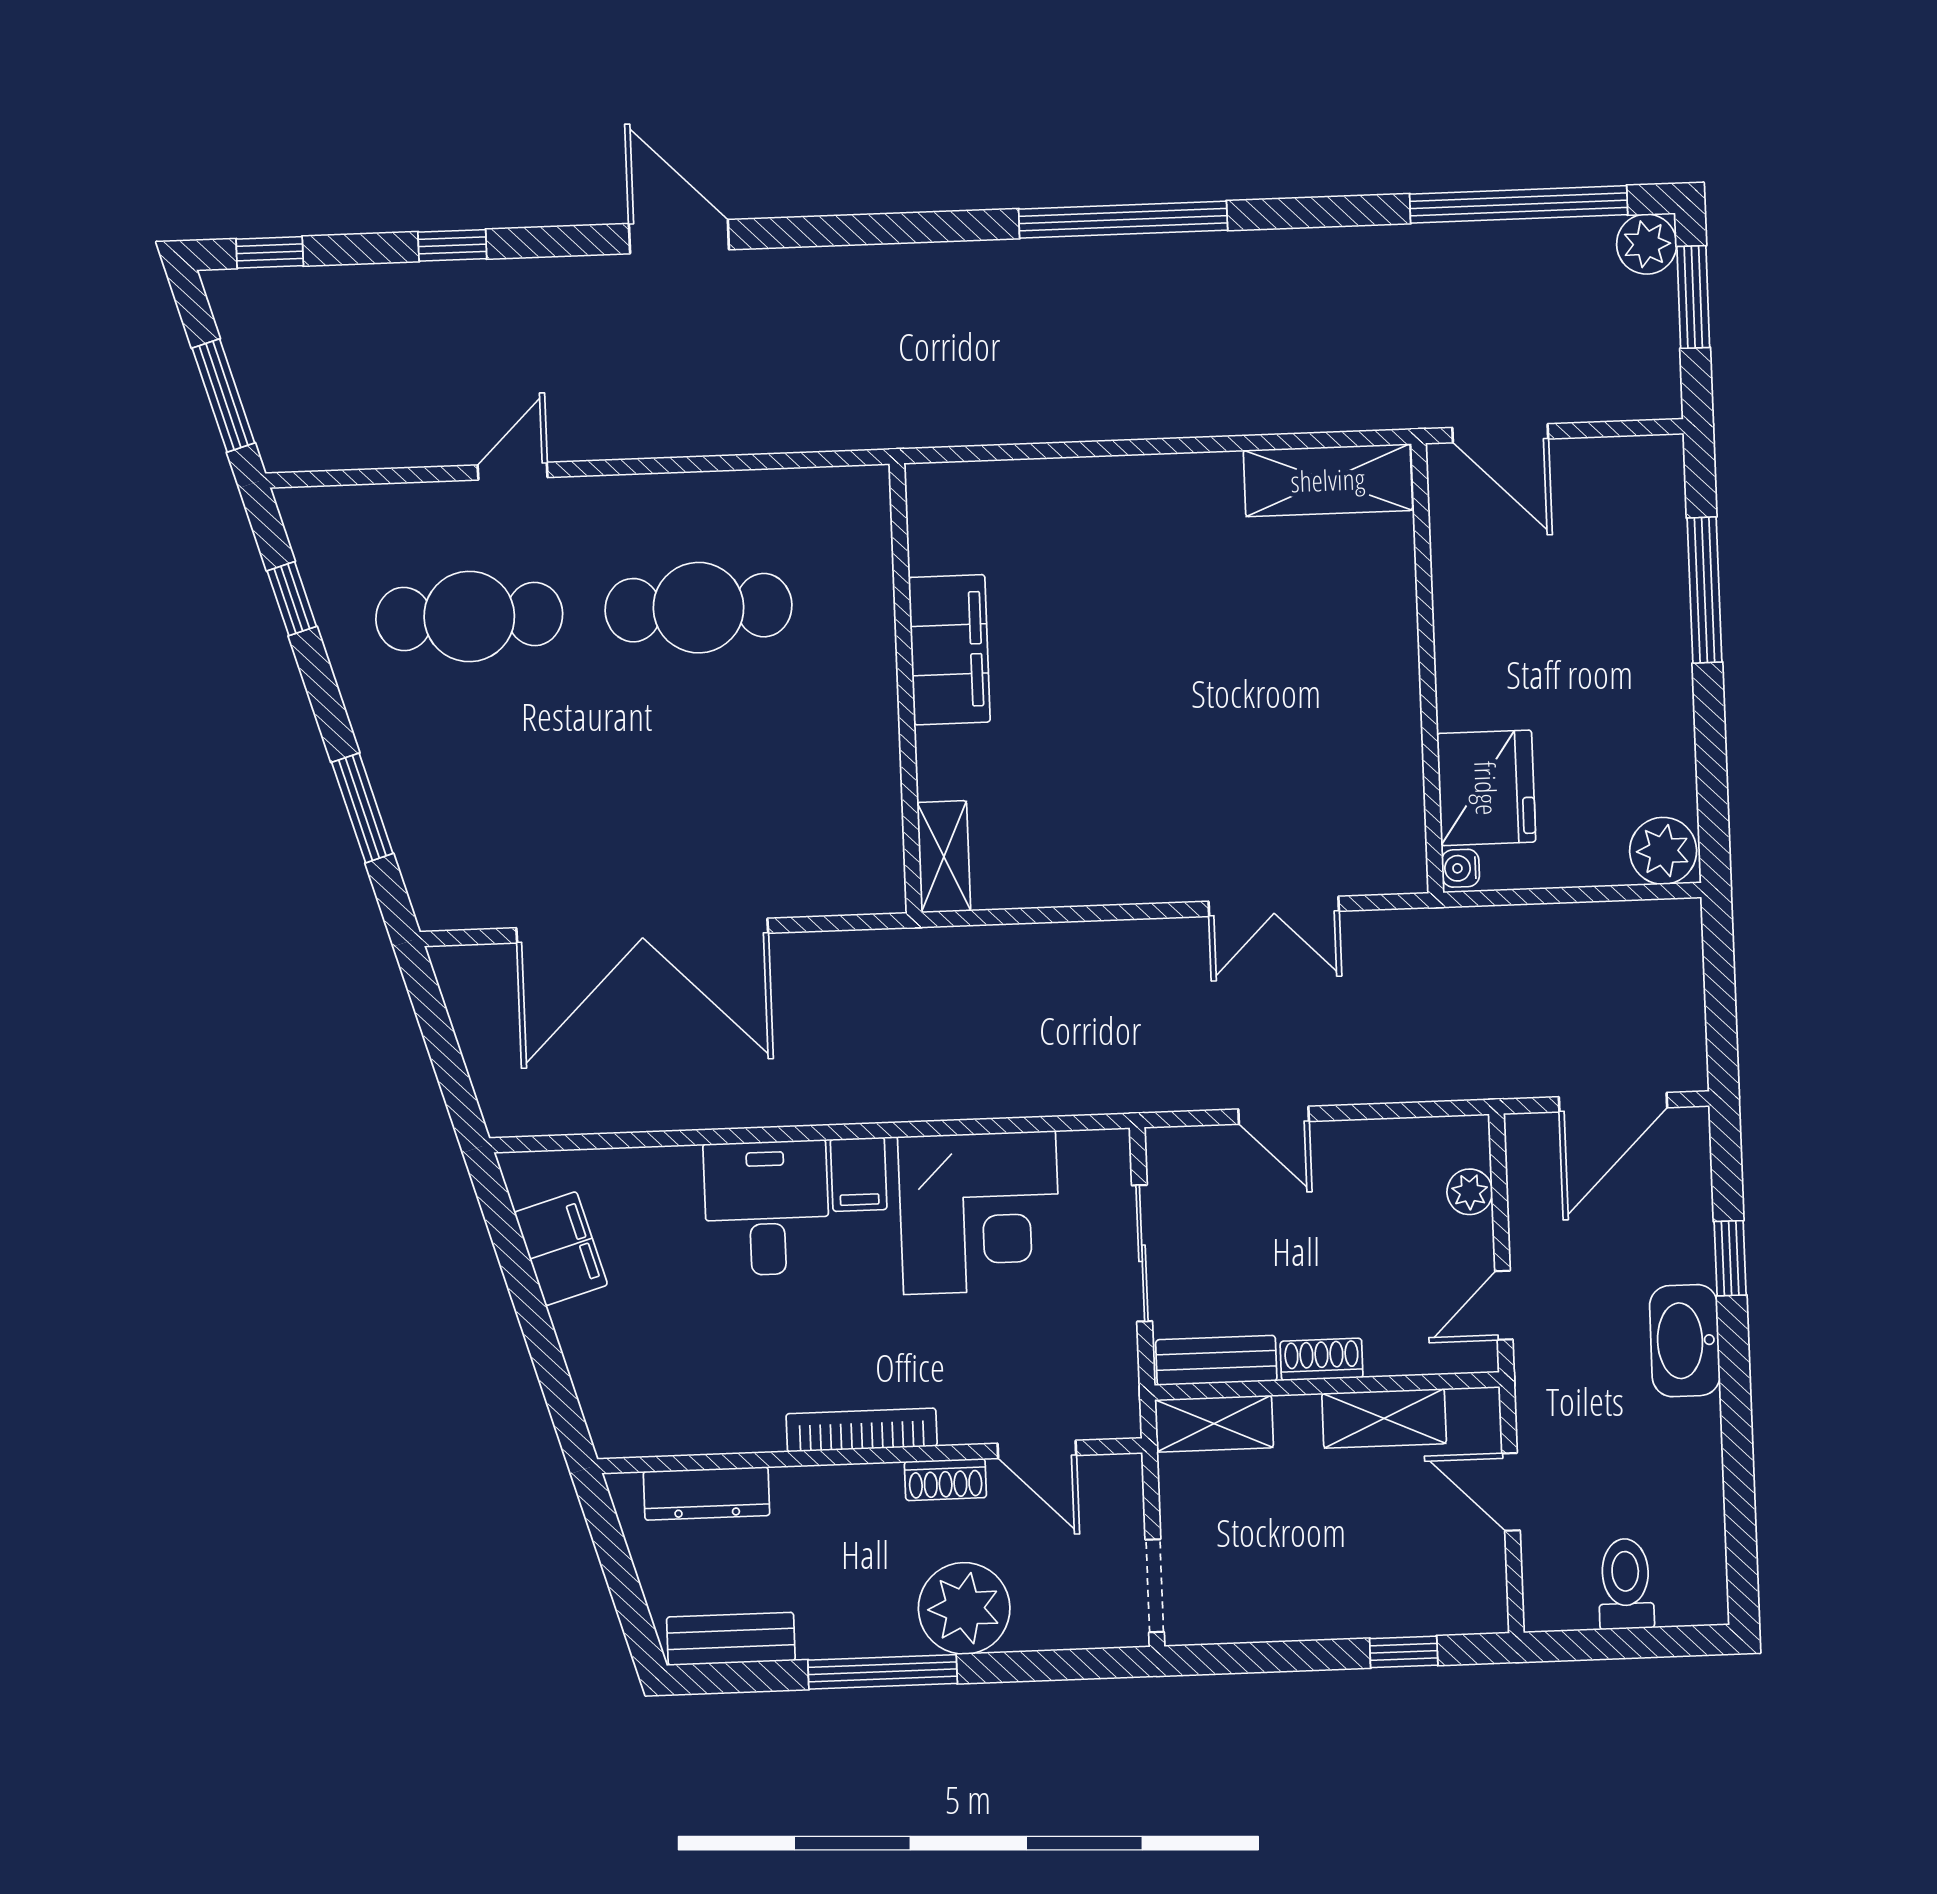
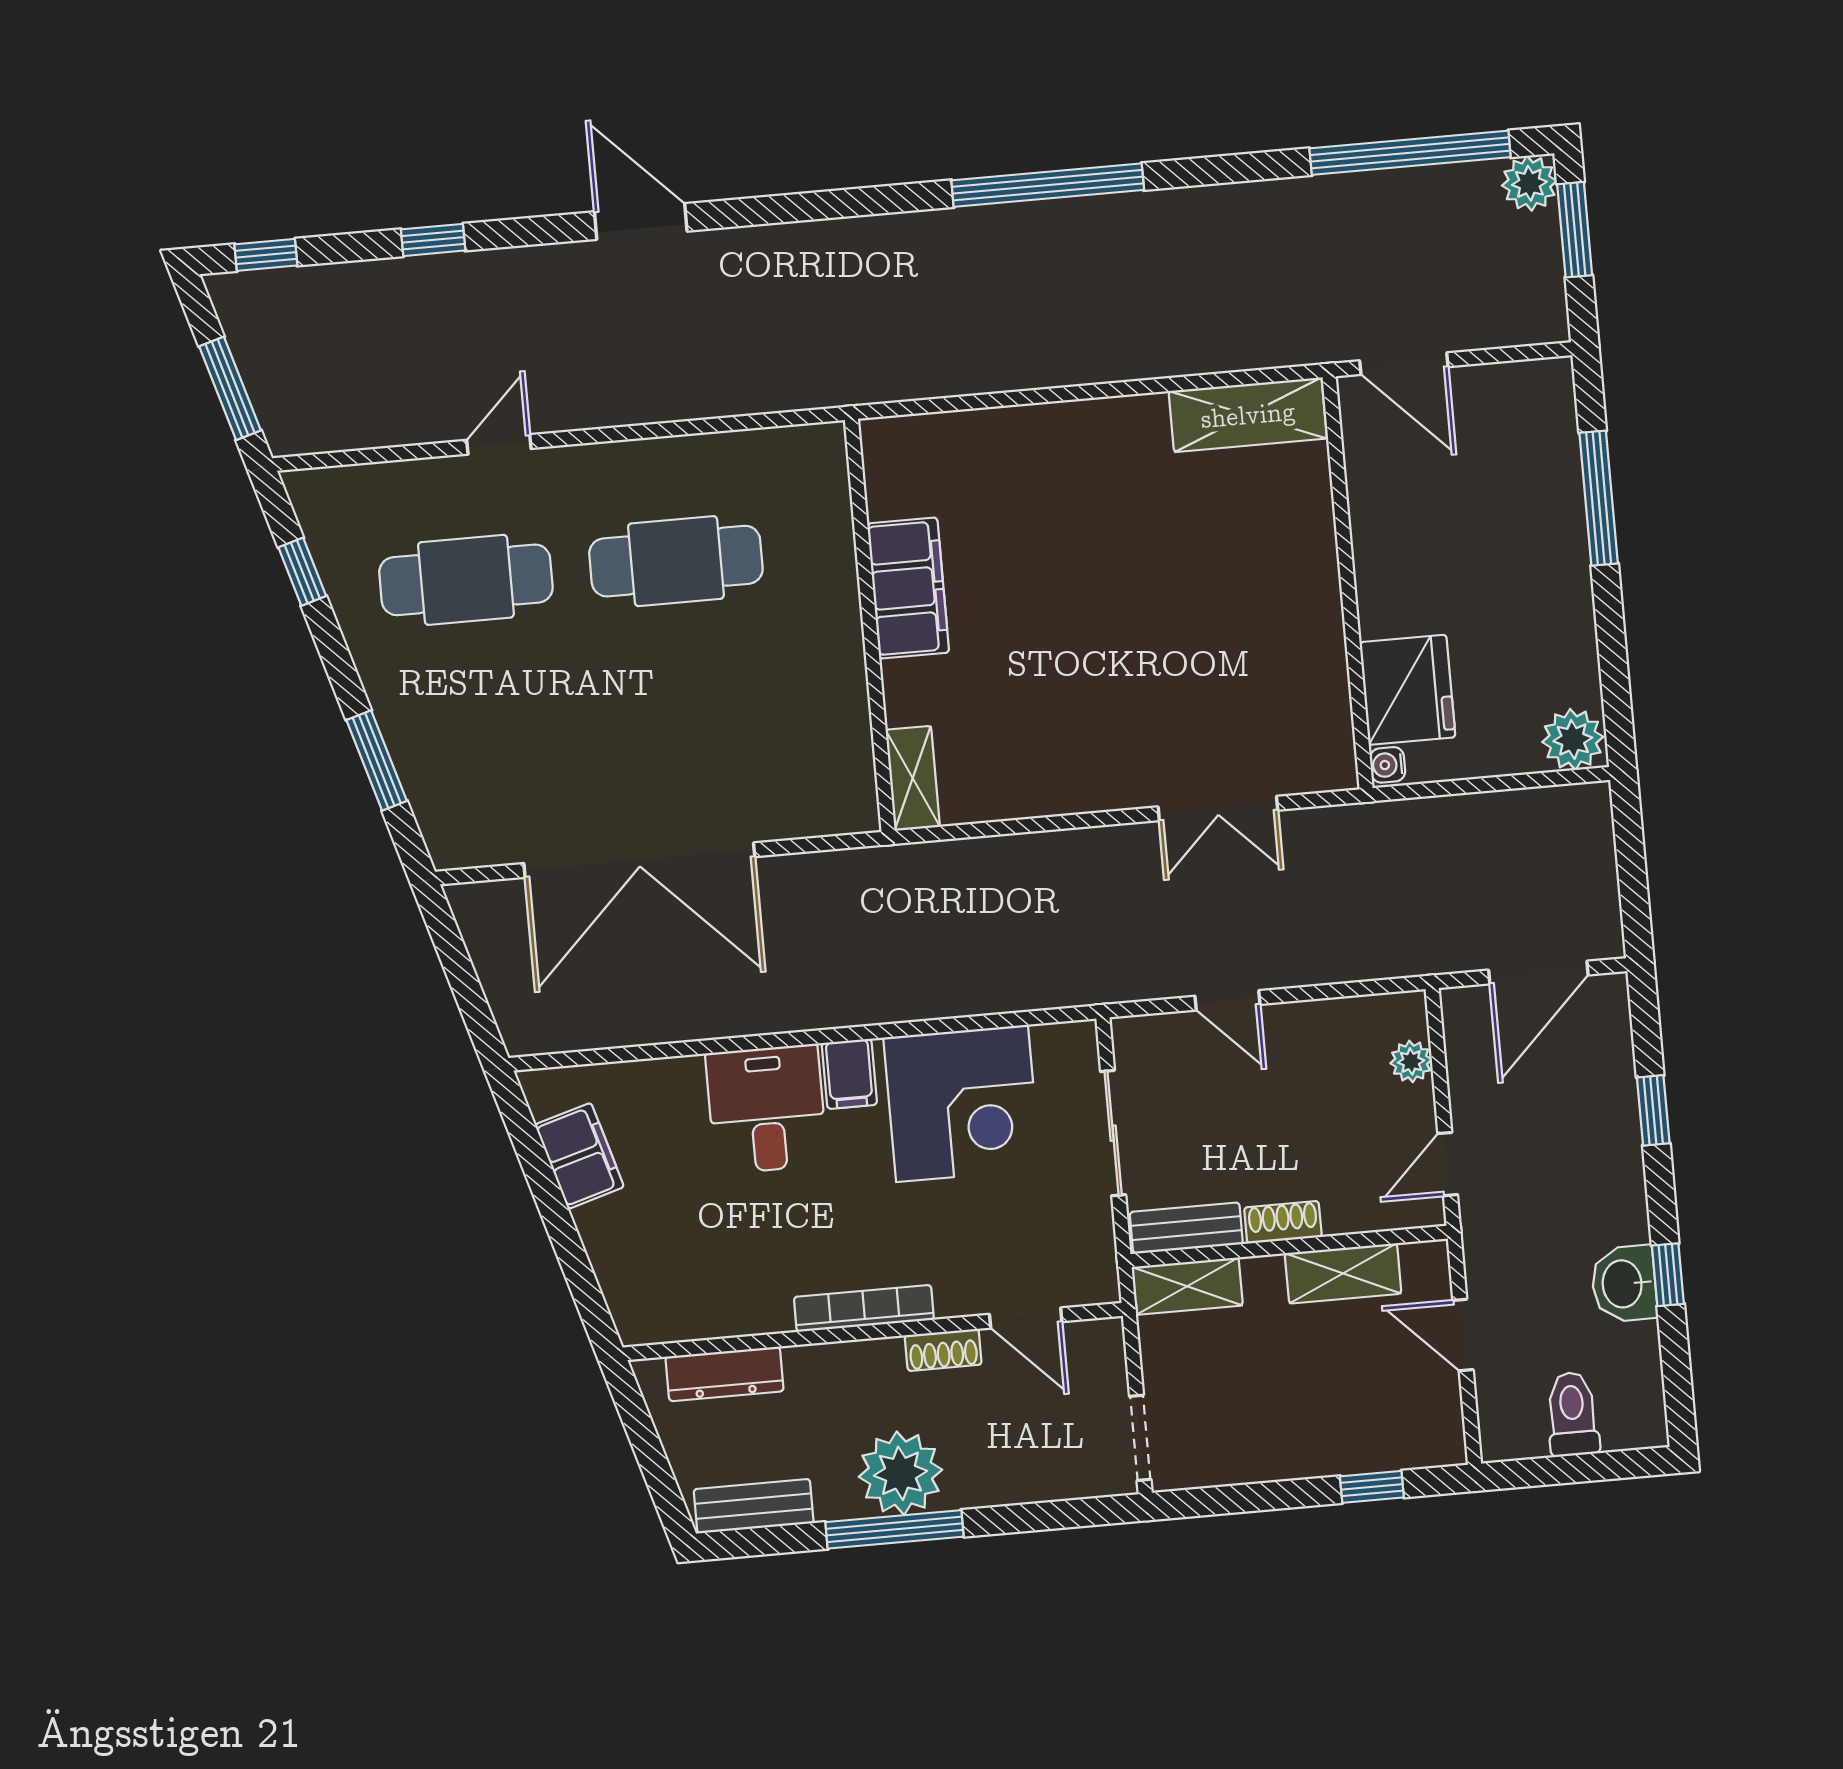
washbasin: (1685, 1341) -> (1624, 1284), moved, width x0.72
window: (1737, 1438) -> (1668, 1275), added
plant: (964, 1608) -> (900, 1473), moved

